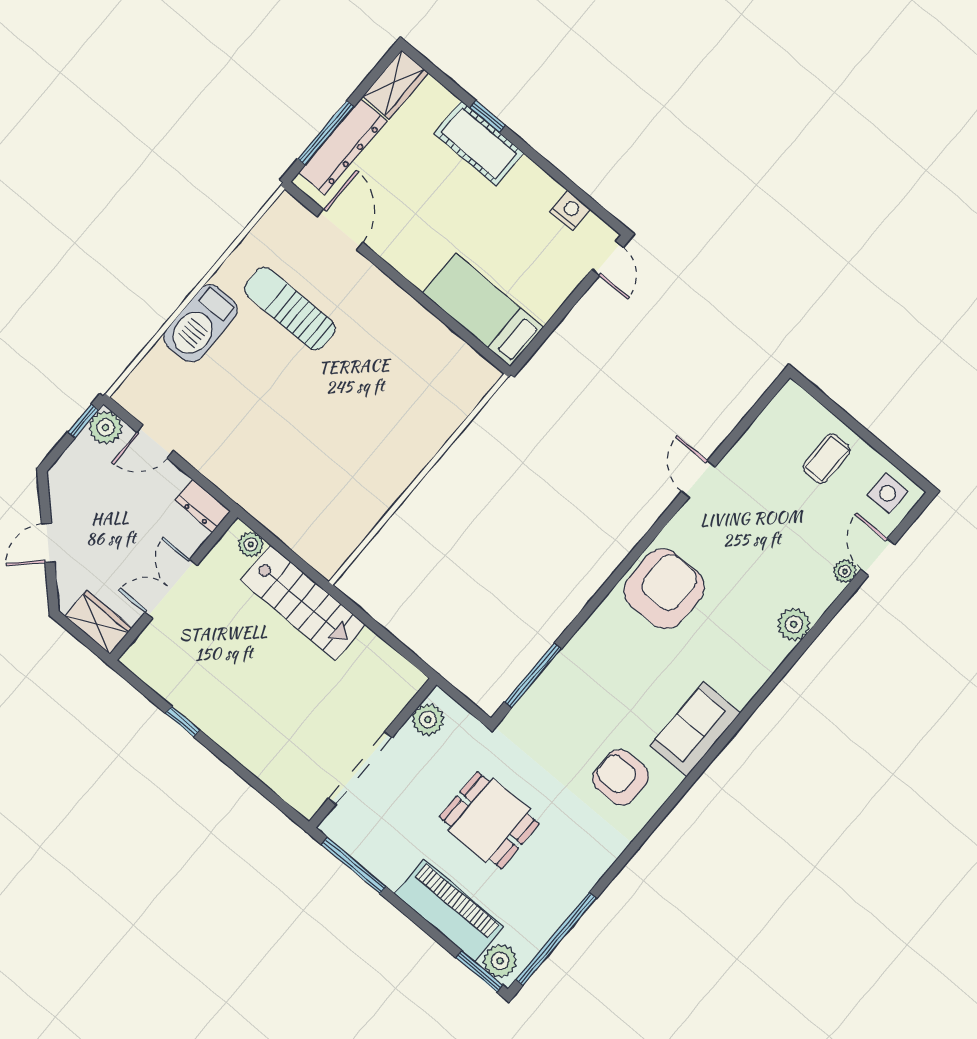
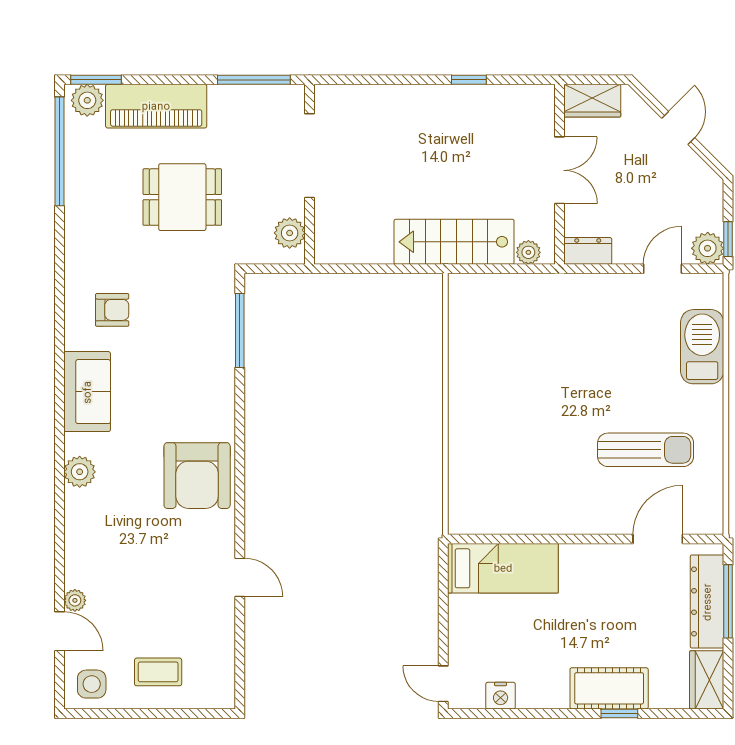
door: (340, 229) -> (658, 539), swing flipped
barbecue: (201, 323) -> (702, 347), moved
coffee table: (827, 459) -> (158, 672), turned 90
plant: (794, 624) -> (80, 472), moved
armchair: (621, 777) -> (112, 310), width x0.72, depth x0.72

